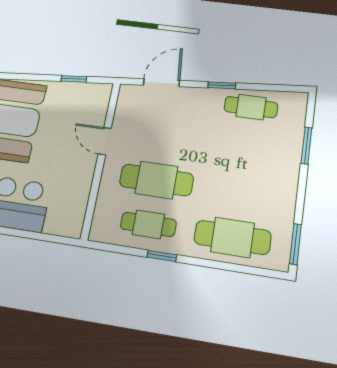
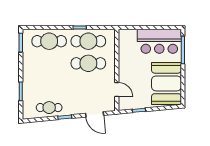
door: (162, 83) -> (95, 114), hinge flipped
door: (105, 141) -> (117, 90), moved
cafe table: (148, 224) -> (88, 41), width x1.37, depth x1.35

